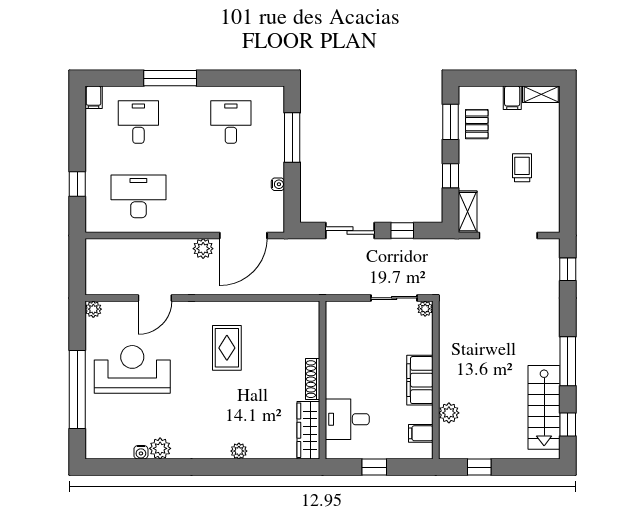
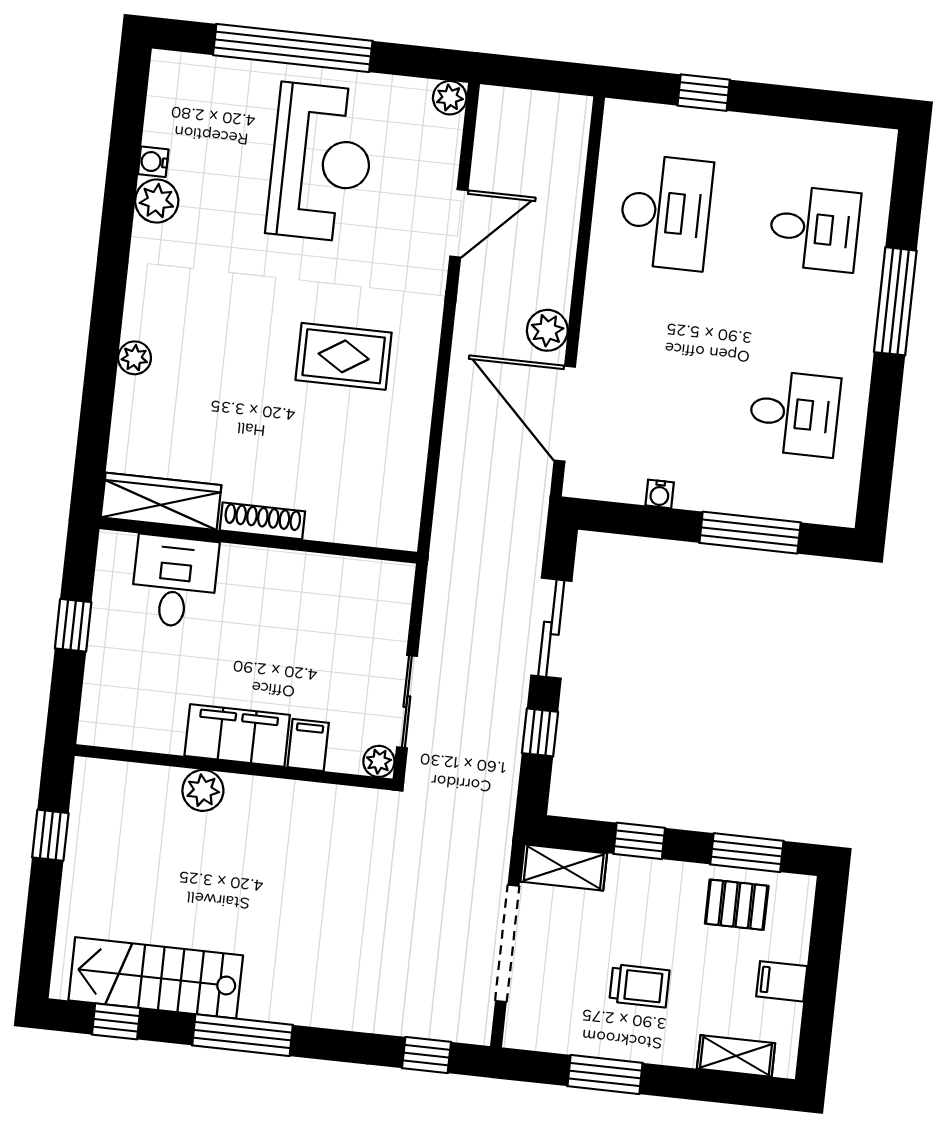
shelving: (541, 94) -> (736, 1056), moved, turned 90
filing cabinet: (94, 97) -> (874, 144), removed
window: (568, 180) -> (605, 1074), added
door: (155, 298) -> (459, 223), swing flipped
plant: (449, 413) -> (203, 790), moved
filing cabinet: (421, 433) -> (308, 745), moved

